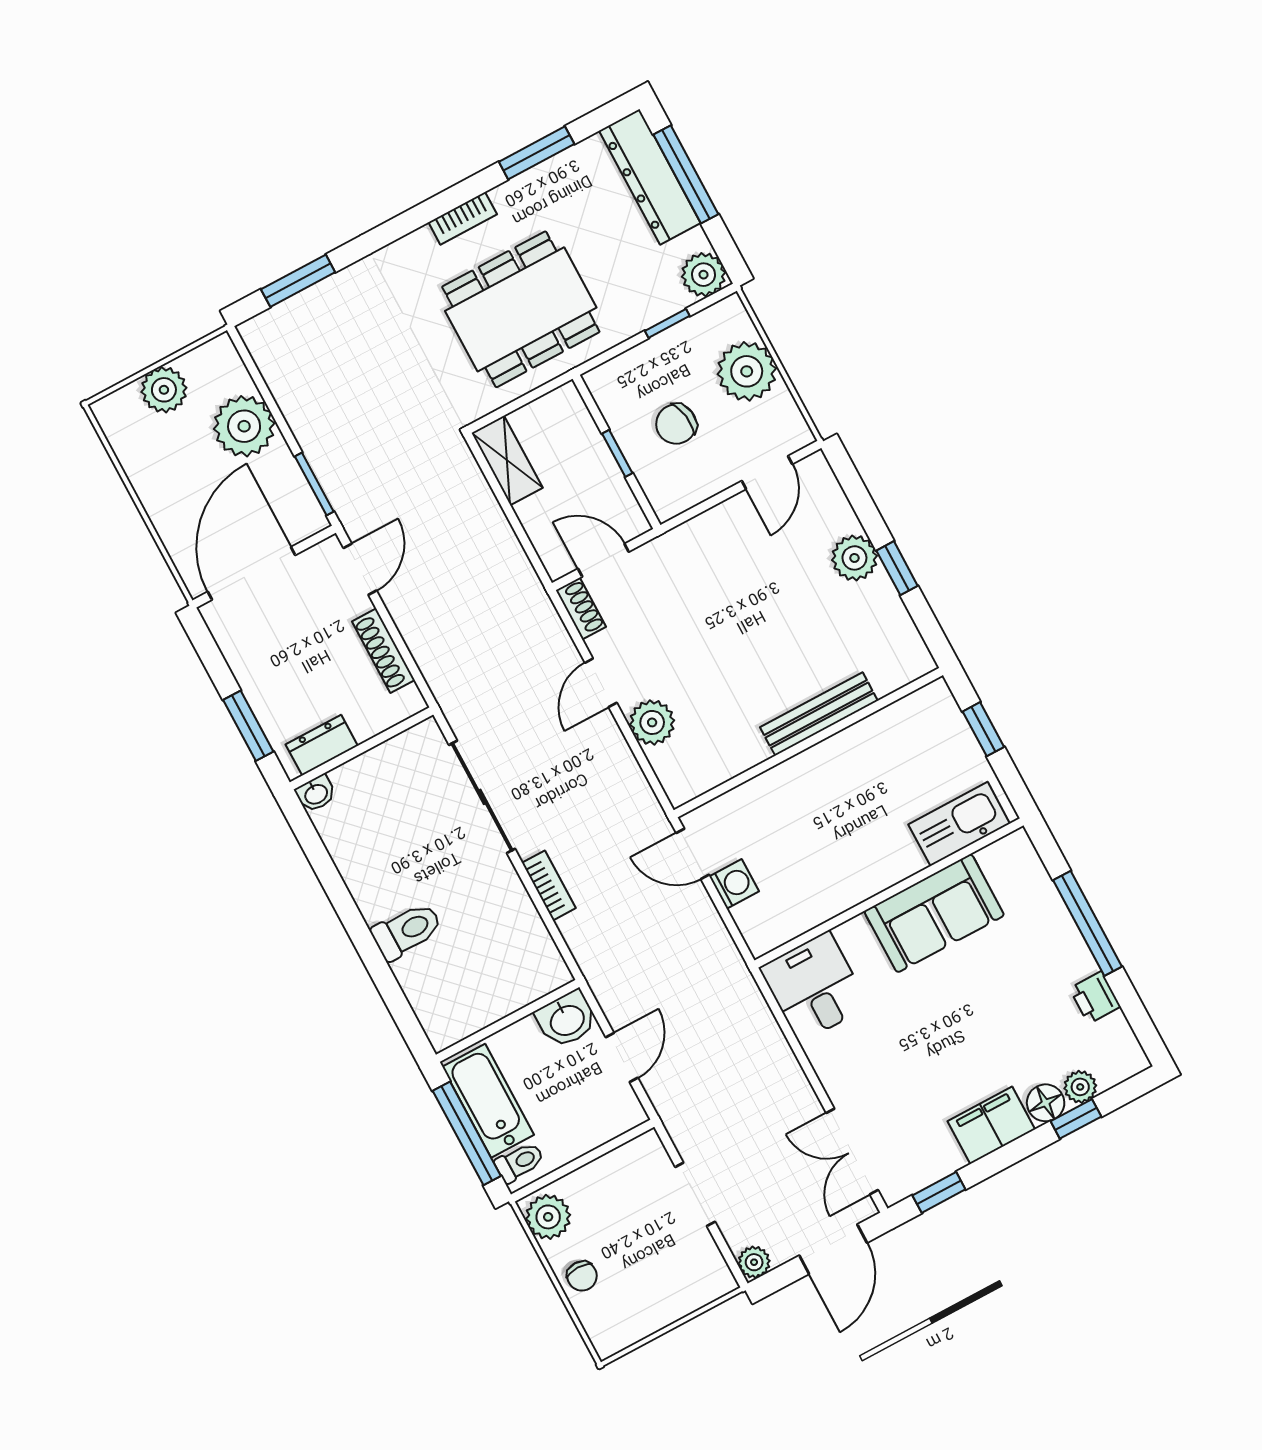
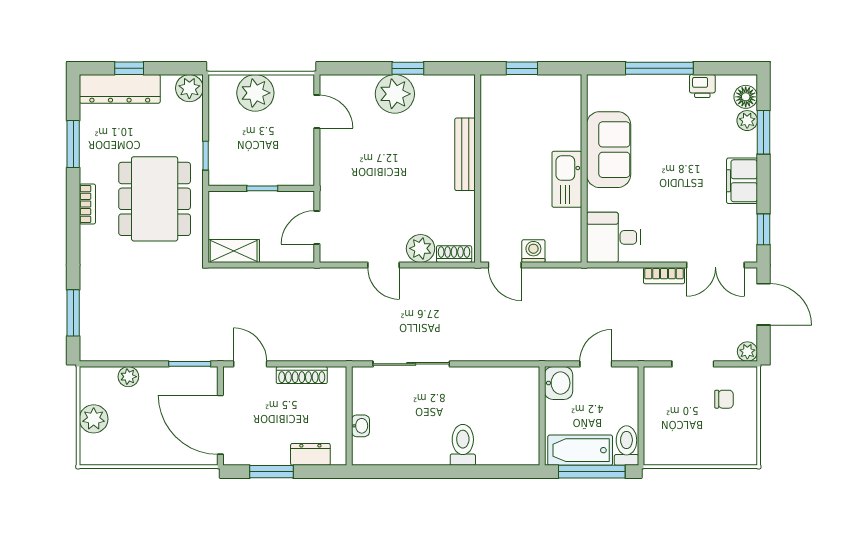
window: (686, 174) -> (129, 68), width x0.46
window: (667, 323) -> (206, 156), moved
chair: (676, 424) -> (263, 147), removed
plant: (244, 426) -> (128, 377), width x0.53, depth x0.53
plant: (854, 558) -> (395, 94), width x1.36, depth x1.36
shoe rack: (581, 609) -> (454, 254), moved
window: (248, 726) -> (271, 472), moved
dresser: (322, 745) -> (310, 454), moved, turned 90
washbasin: (316, 794) -> (360, 426), moved
kitchen sink: (959, 824) -> (567, 179), moved
door: (693, 854) -> (505, 265), hinge flipped
bookcase: (549, 885) -> (664, 276), moved, turned 180
door: (622, 1058) -> (596, 364), hinge flipped
floor lamp: (1046, 1103) -> (746, 97), moved
window: (1076, 1119) -> (763, 132), width x1.50
toilet: (519, 1162) -> (626, 446), width x1.37, depth x1.39
plant: (548, 1217) -> (662, 451), removed
chair: (582, 1276) -> (724, 399), moved

